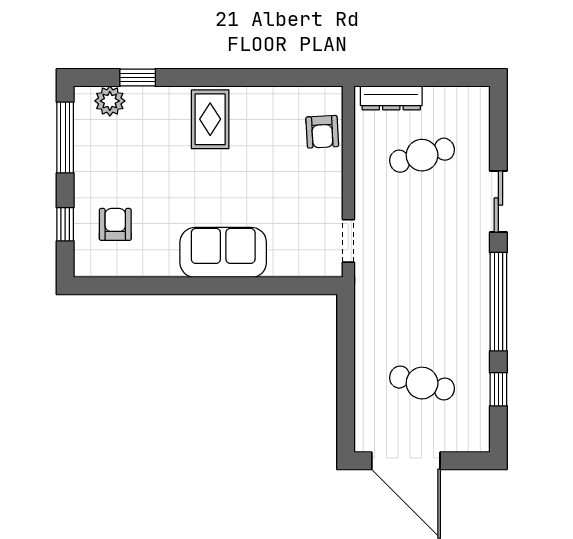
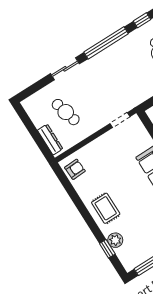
plant: (110, 101) -> (115, 240), moved
rug: (210, 119) -> (106, 208), turned 90
armchair: (322, 132) -> (75, 169), moved

